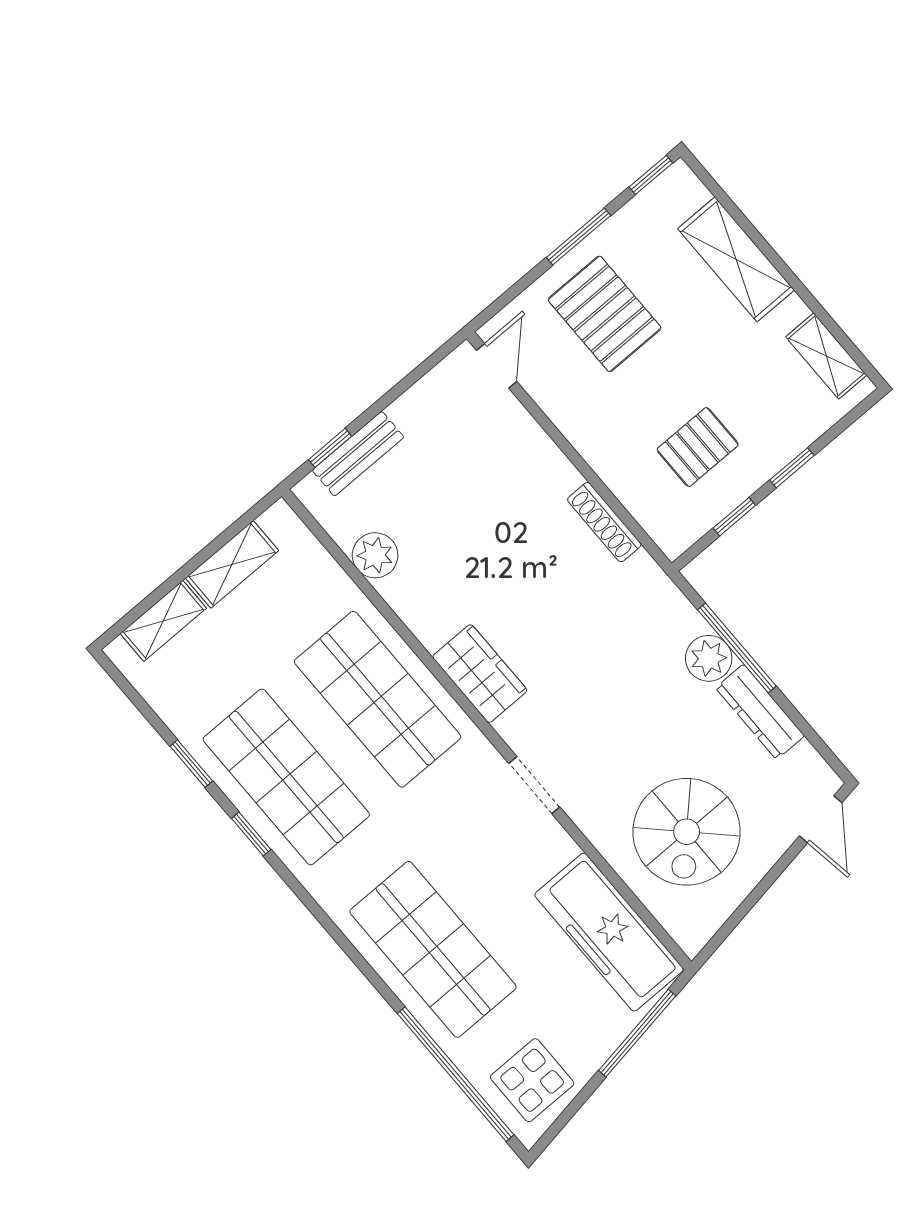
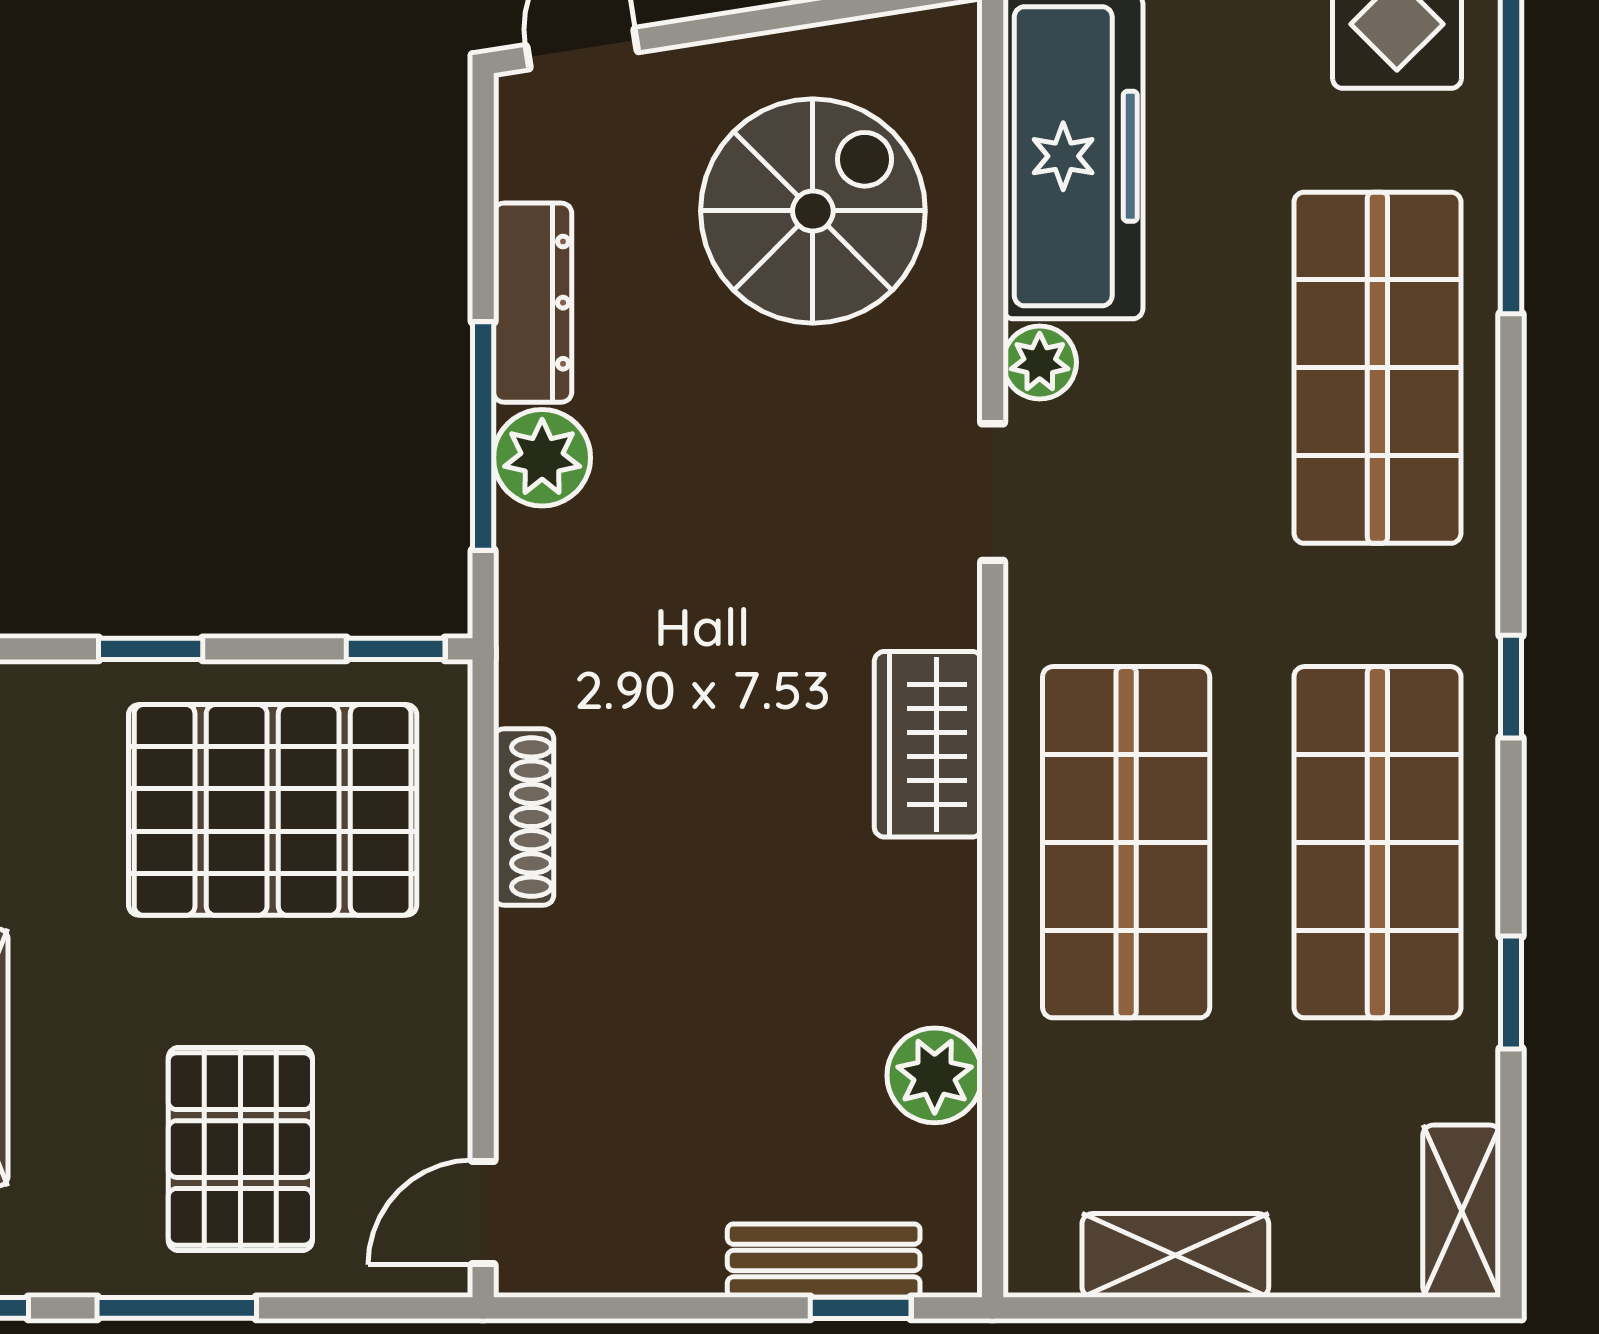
pallet: (698, 447) -> (273, 810), width x2.05, depth x2.00
window: (734, 517) -> (396, 649), moved
shelving: (163, 621) -> (1462, 1211), moved, turned 90
window: (251, 834) -> (1511, 687), moved
plant: (557, 847) -> (1040, 362), added

